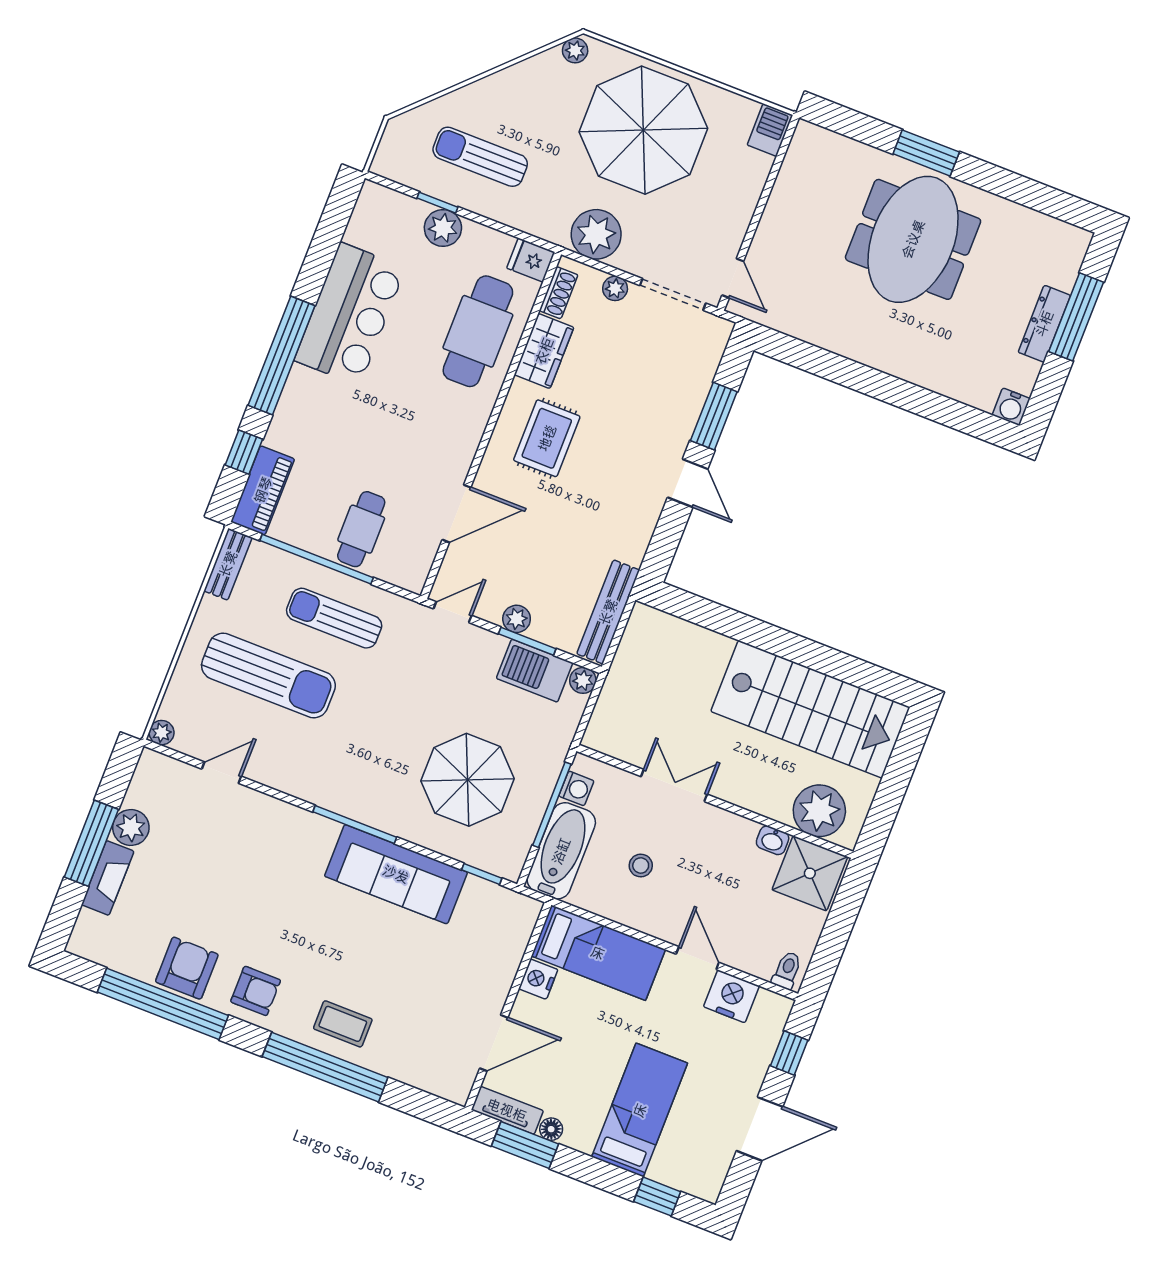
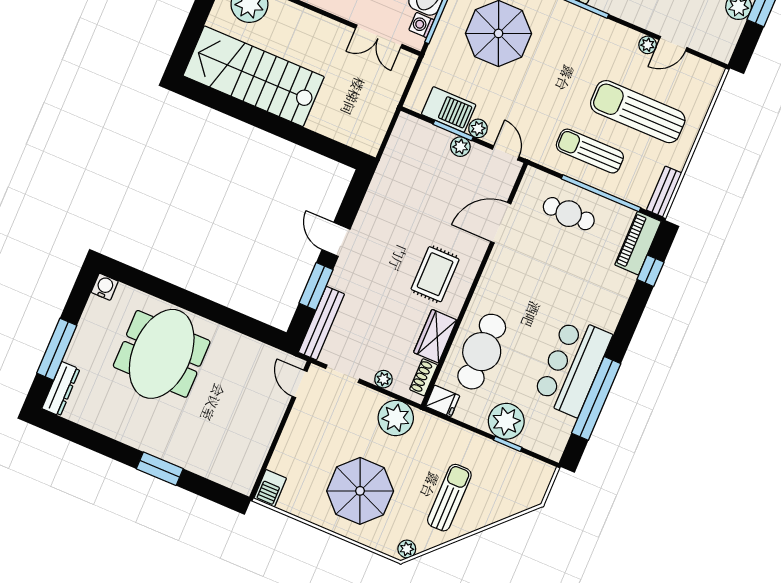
parasol: (643, 130) -> (360, 491), width x0.73, depth x0.73
sun lounger: (480, 157) -> (449, 498), moved, turned -90
plant: (443, 228) -> (506, 421), width x1.36, depth x1.36
meeting table: (913, 239) -> (162, 354), moved
doorway: (673, 294) -> (343, 374), width x0.73
dresser: (1044, 324) -> (61, 389), moved
window: (282, 356) -> (596, 398), moved
cafe table: (361, 529) -> (569, 214), turned 90
door: (453, 612) -> (506, 153), swing flipped
bench: (608, 612) -> (321, 323), moved
sun lounger: (334, 618) -> (590, 151), turned 180
plant: (583, 680) -> (478, 128), moved
plant: (162, 733) -> (648, 45), moved
double door: (674, 785) -> (379, 36), moved

